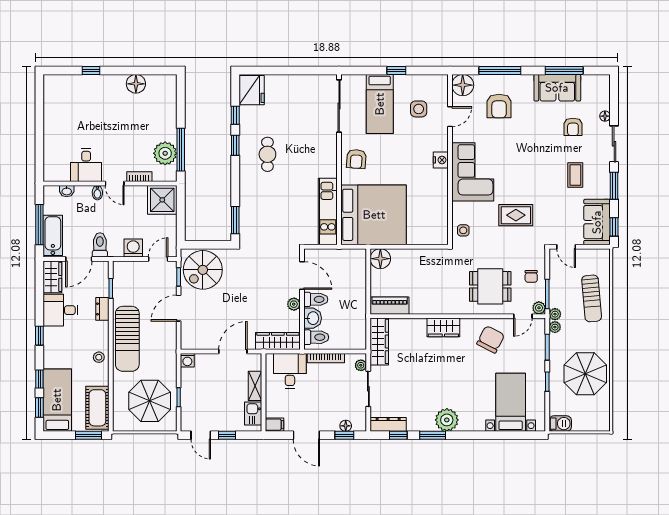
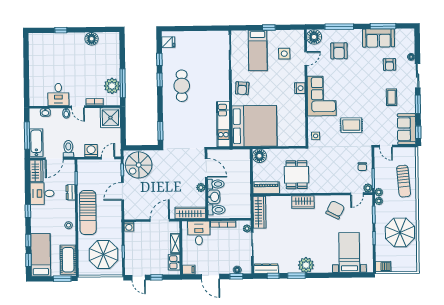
fridge: (252, 90) -> (168, 42), width x0.53, depth x0.75
cafe table: (267, 154) -> (182, 86), width x1.37, depth x1.35
dining table: (490, 286) -> (297, 175), moved, turned 90

